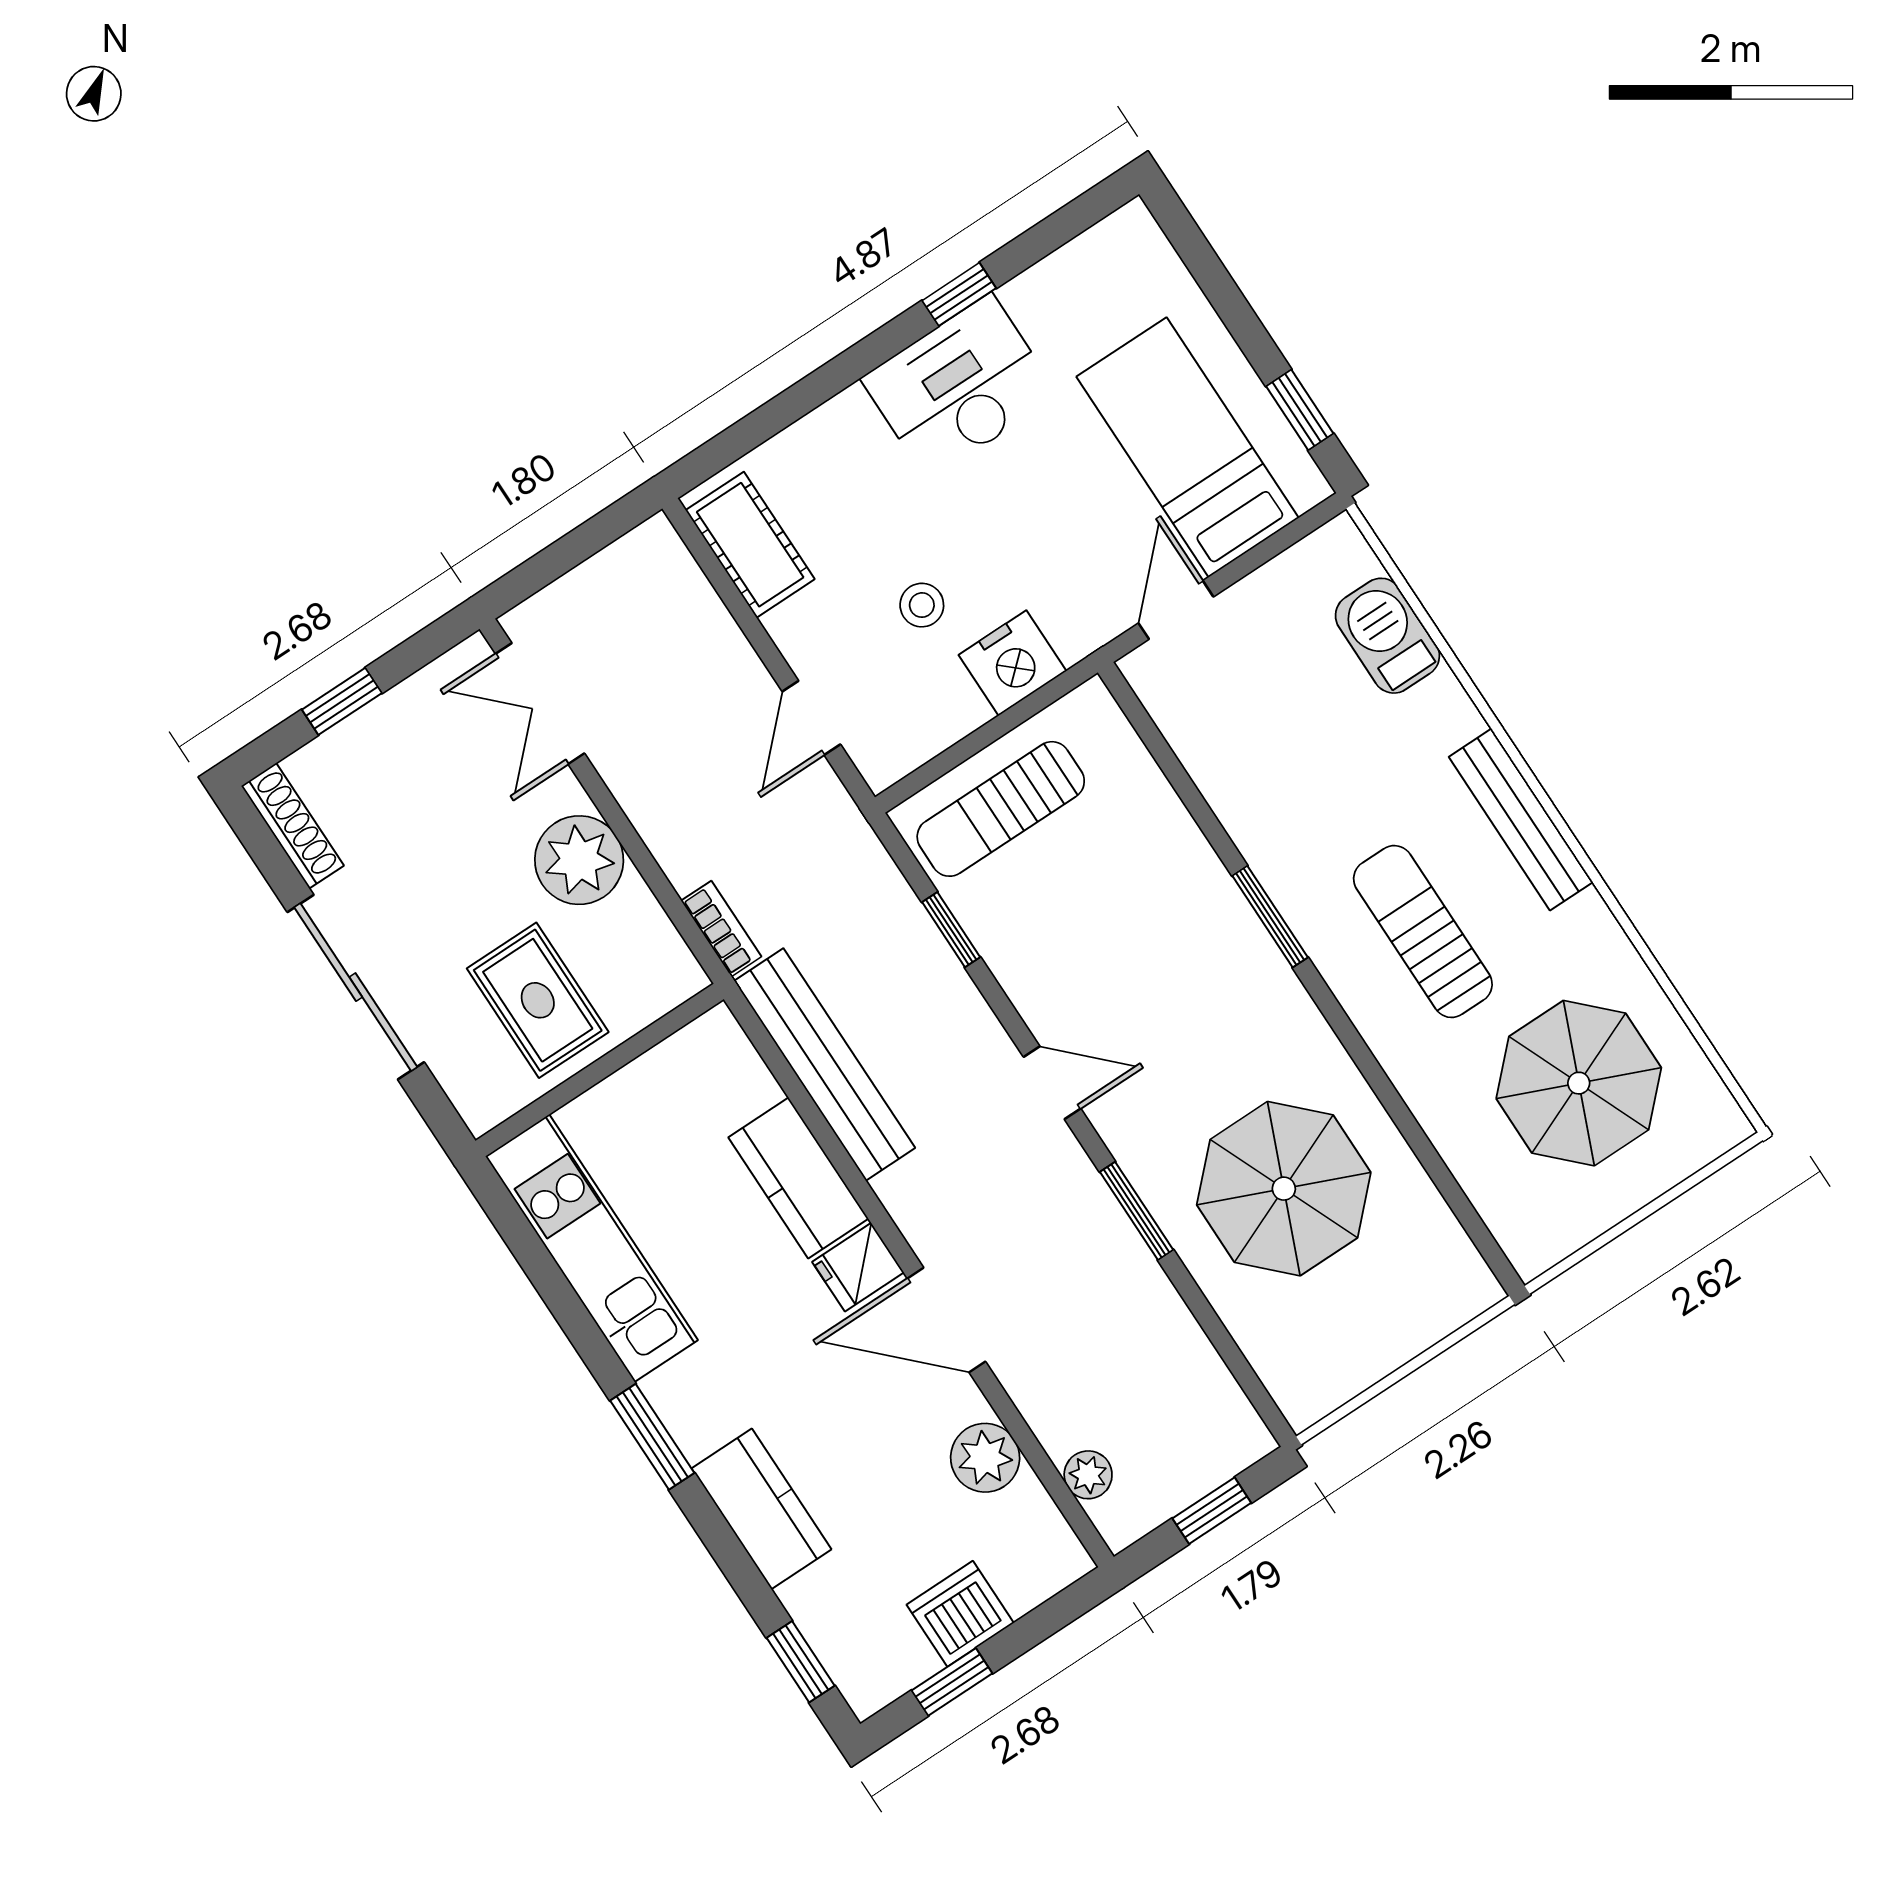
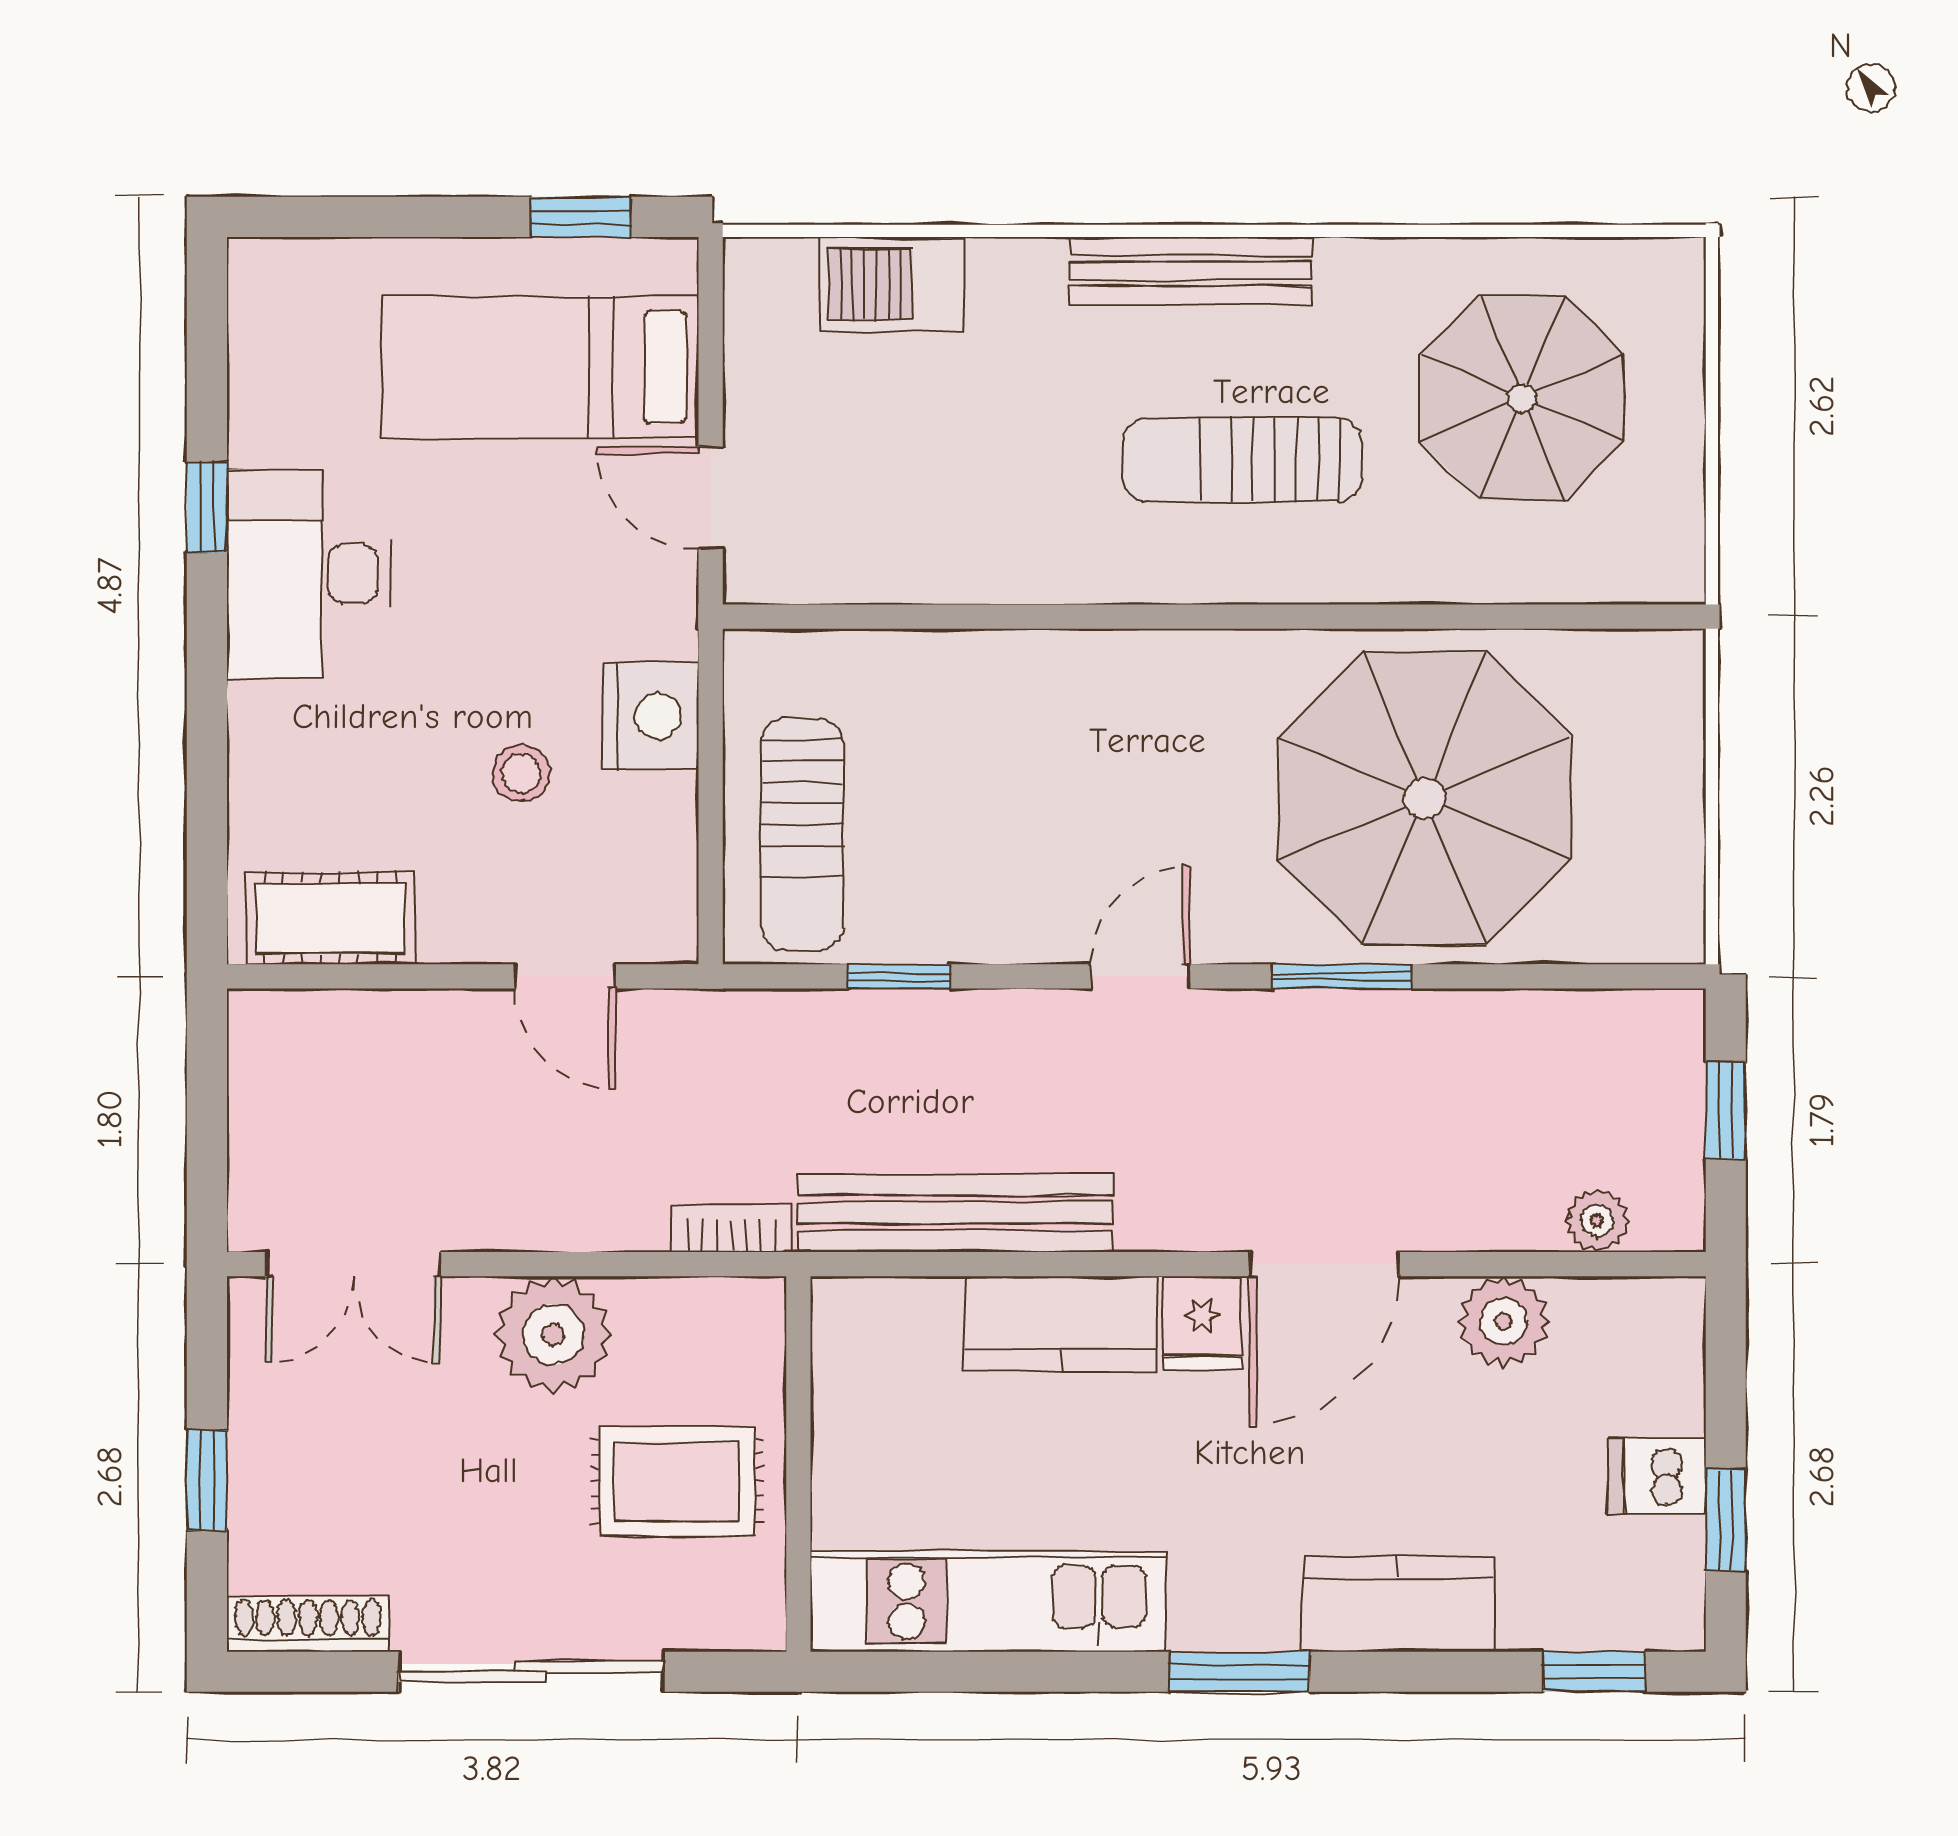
window: (1270, 917) -> (1116, 617), removed
parasol: (1284, 1189) -> (1424, 798), width x1.36, depth x1.36
dishwasher: (960, 1614) -> (1657, 1476), width x0.73

